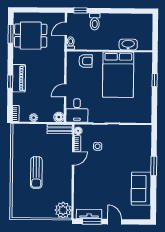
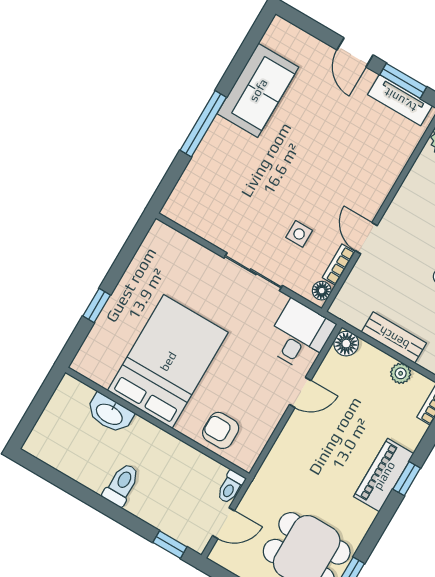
toilet: (95, 22) -> (121, 485), moved
bench: (60, 129) -> (394, 338), moved
door: (73, 158) -> (366, 238), hinge flipped
window: (154, 166) -> (203, 124), width x1.44

